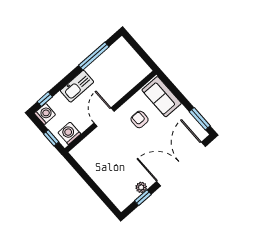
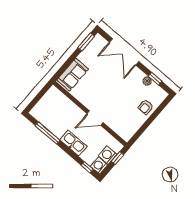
armchair: (140, 119) -> (146, 107), moved
washing machine: (69, 133) -> (108, 155), moved, turned 90
double door: (181, 164) -> (124, 52), width x0.73

